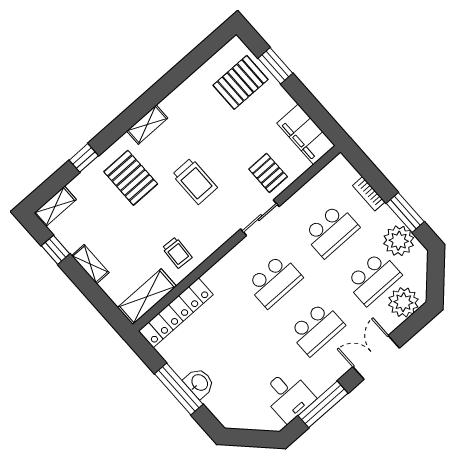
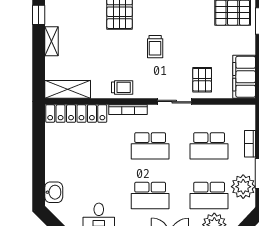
trolley: (195, 181) -> (155, 47), width x0.73, depth x0.72
trolley: (177, 253) -> (122, 87), moved, turned -93
bookcase: (222, 265) -> (128, 110), added
washbasin: (199, 383) -> (54, 192), moved
window: (179, 389) -> (39, 160), removed

